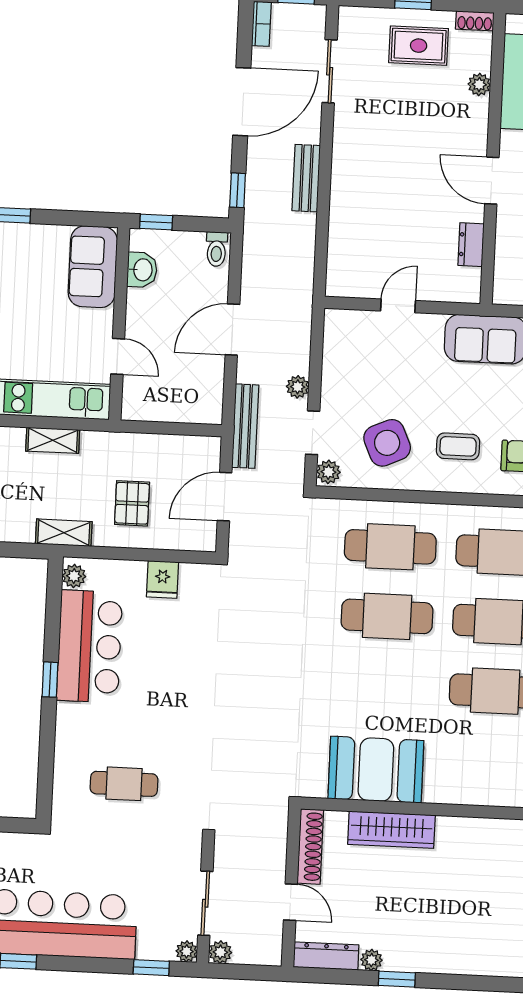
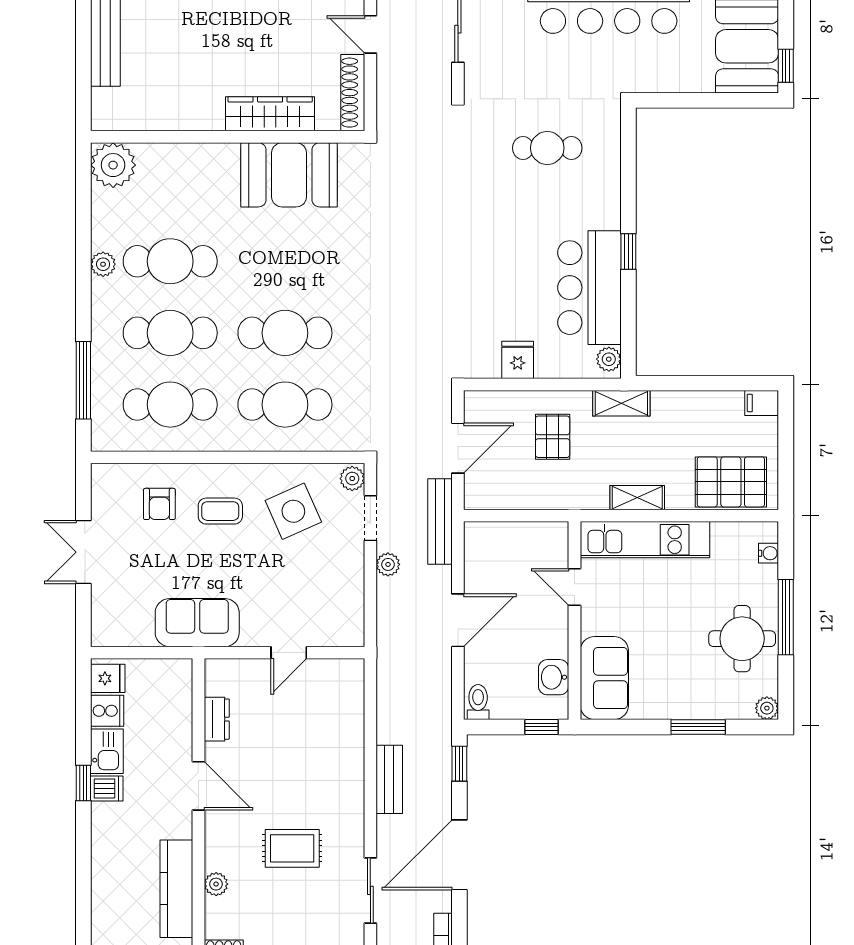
rug: (419, 46) -> (292, 848), moved

